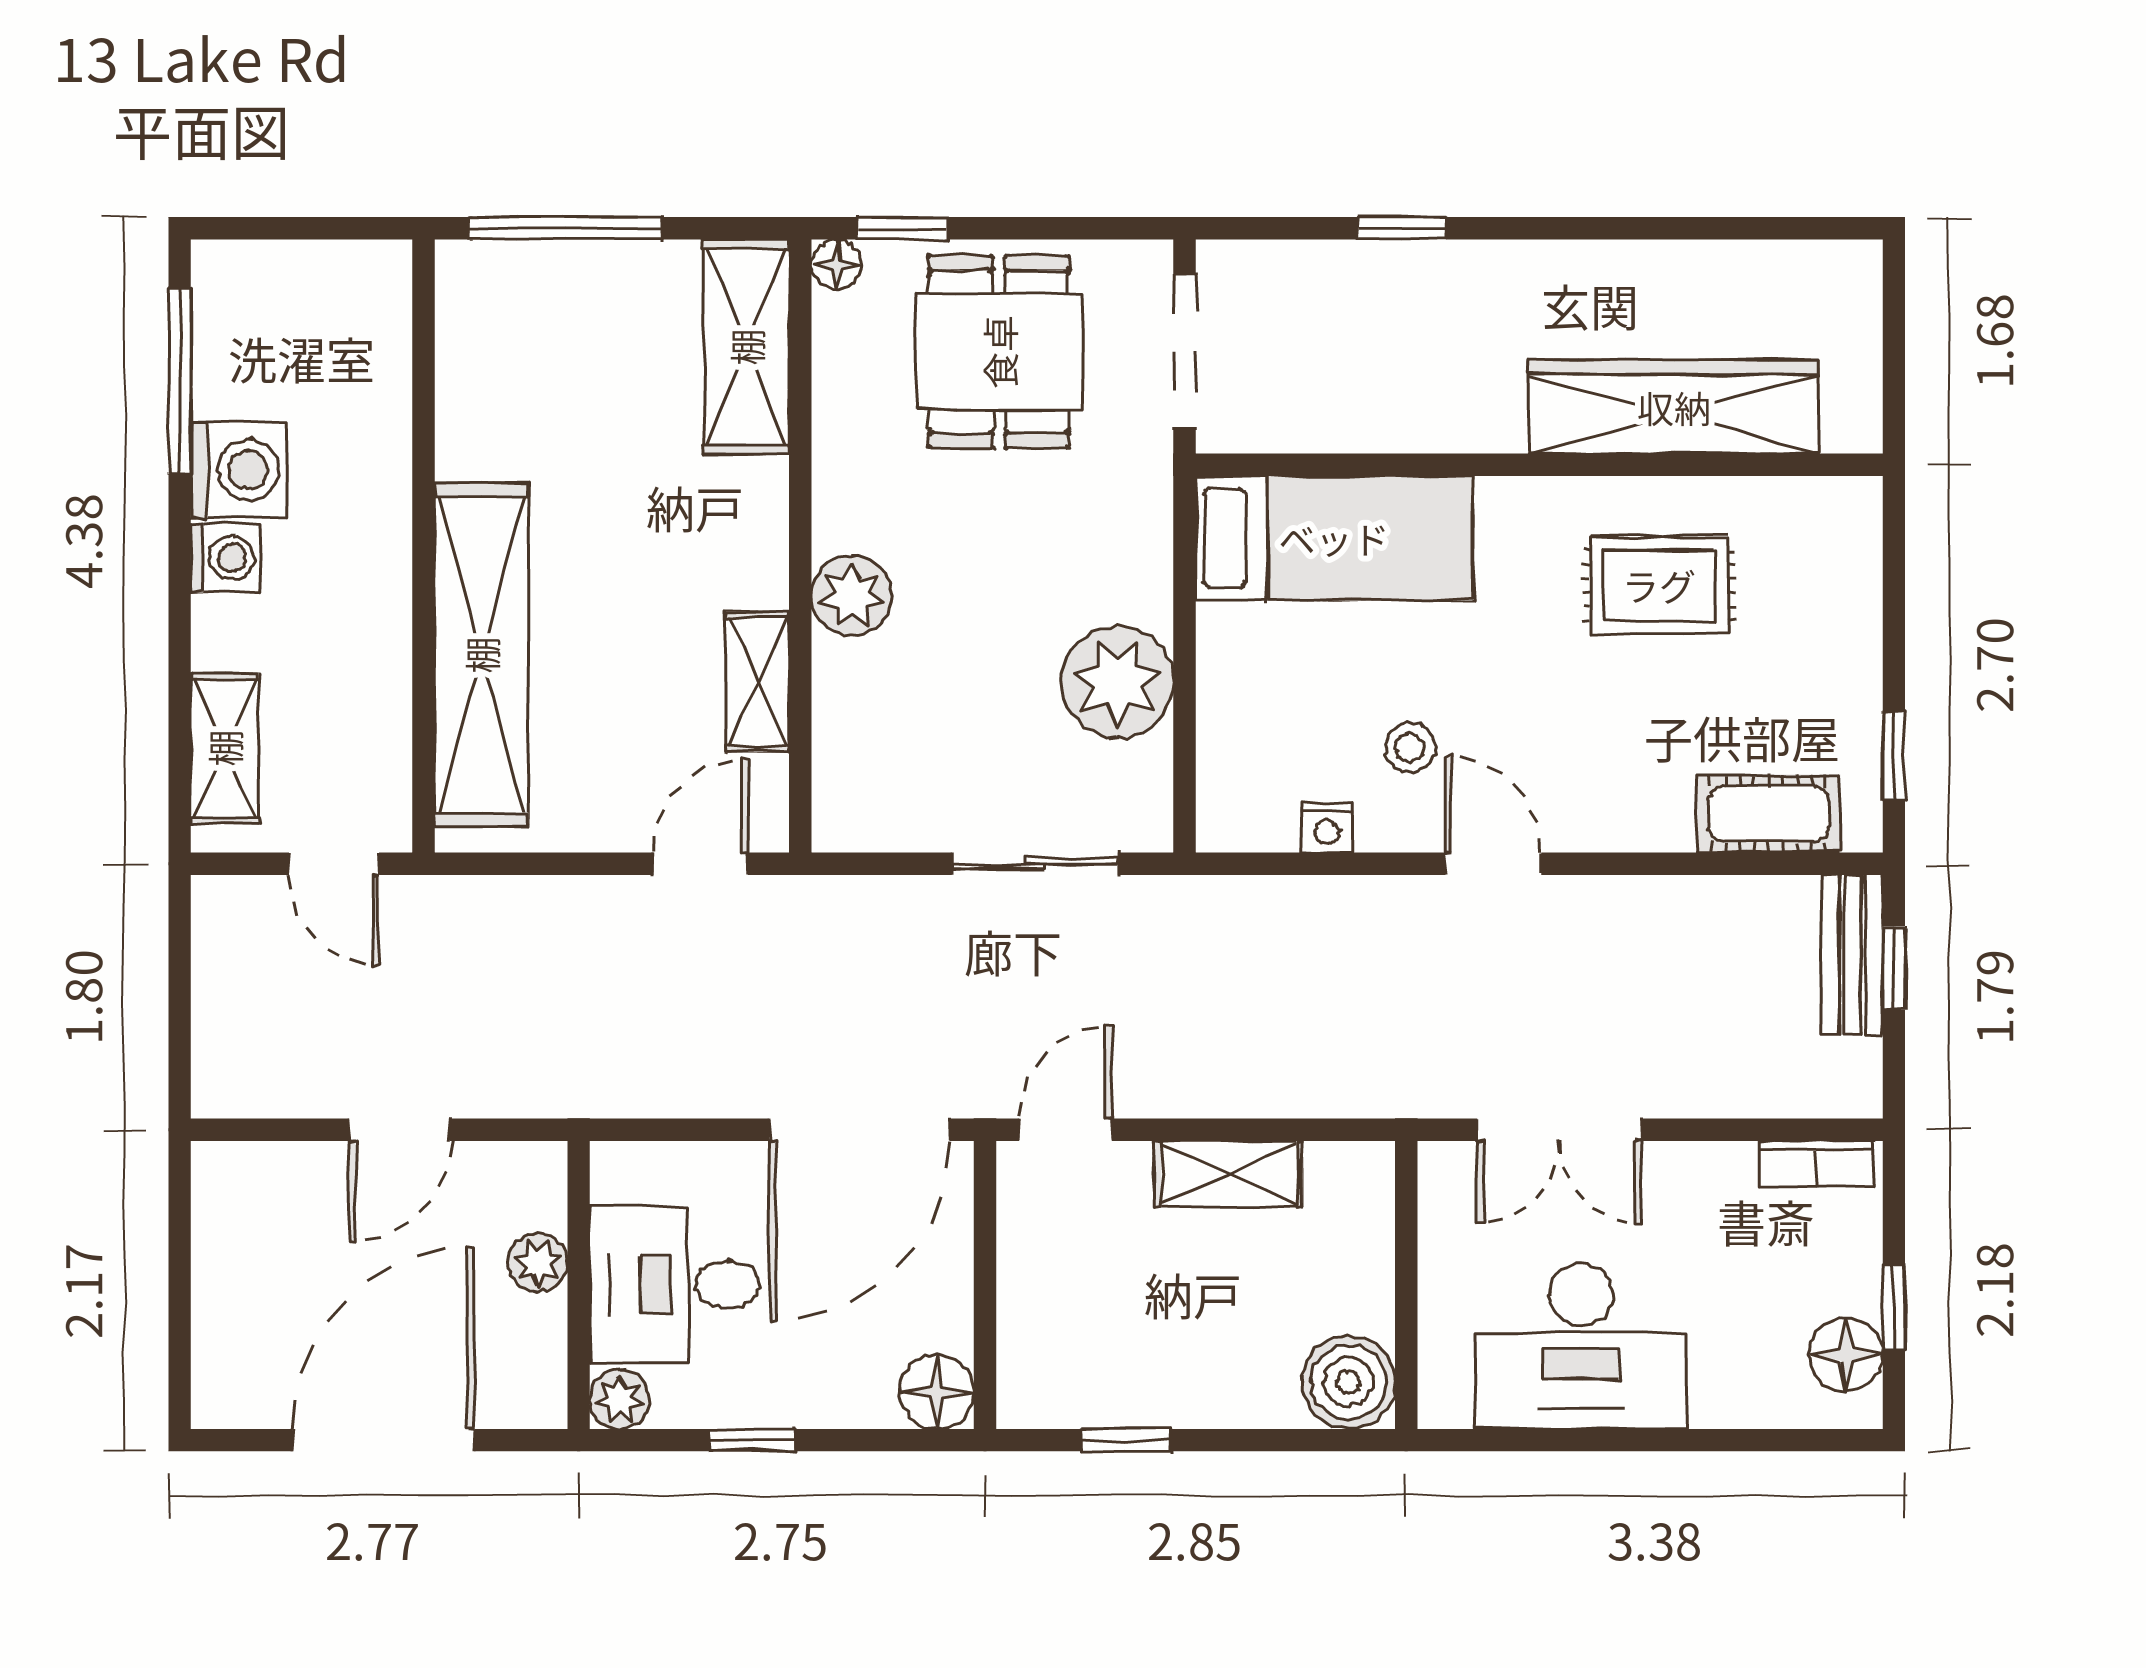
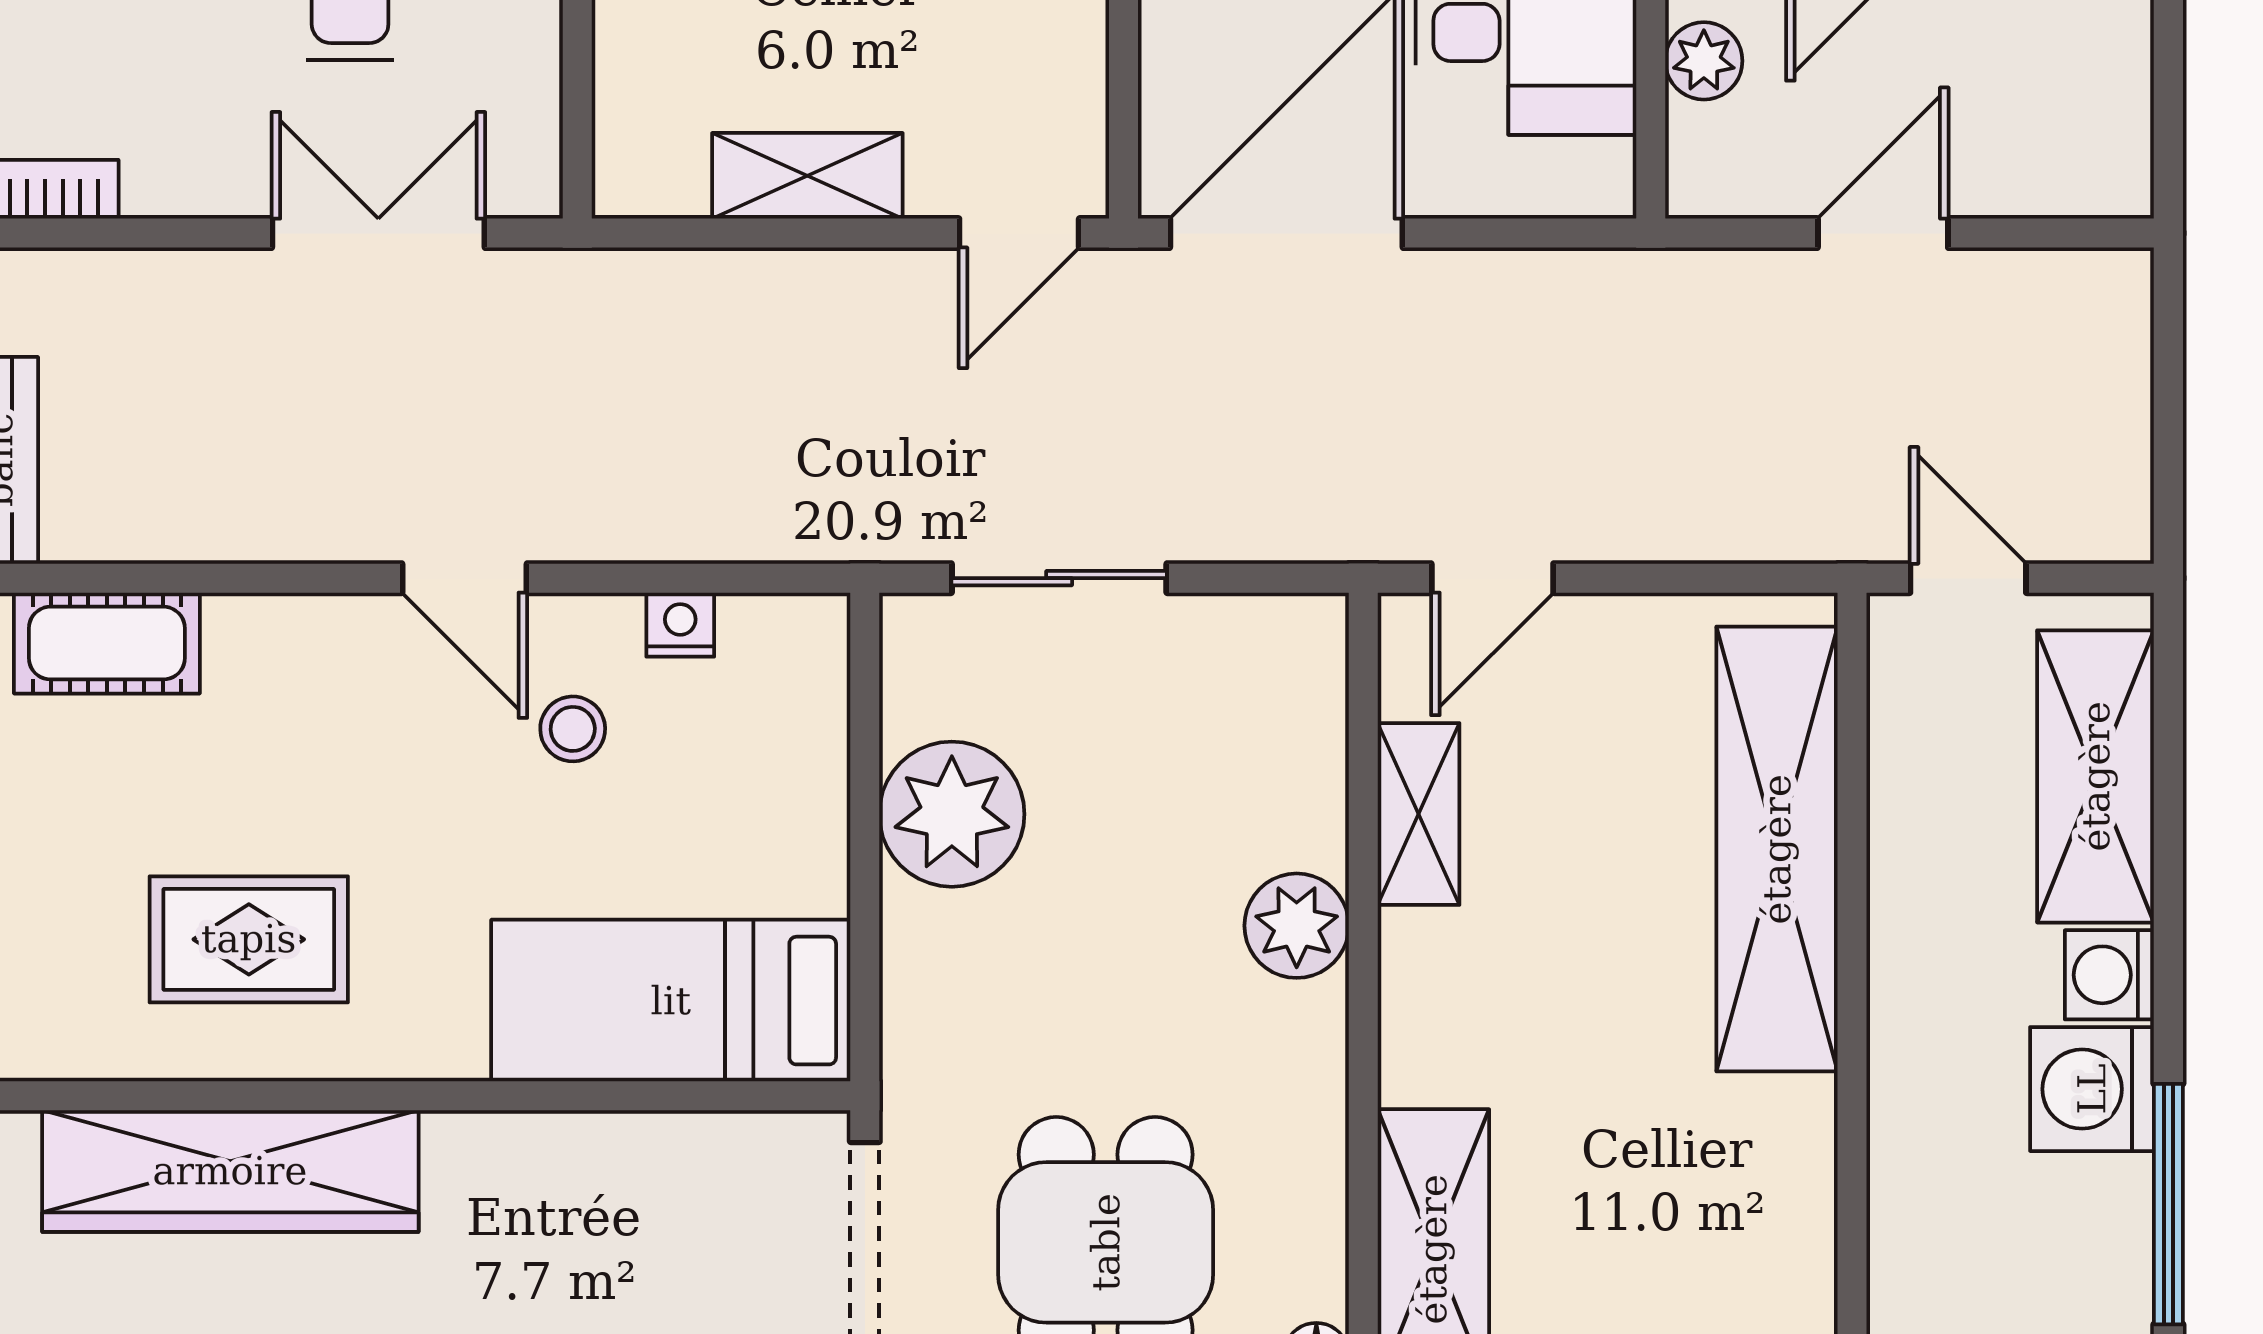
shelving: (224, 748) -> (2096, 776), width x1.50, depth x1.33

